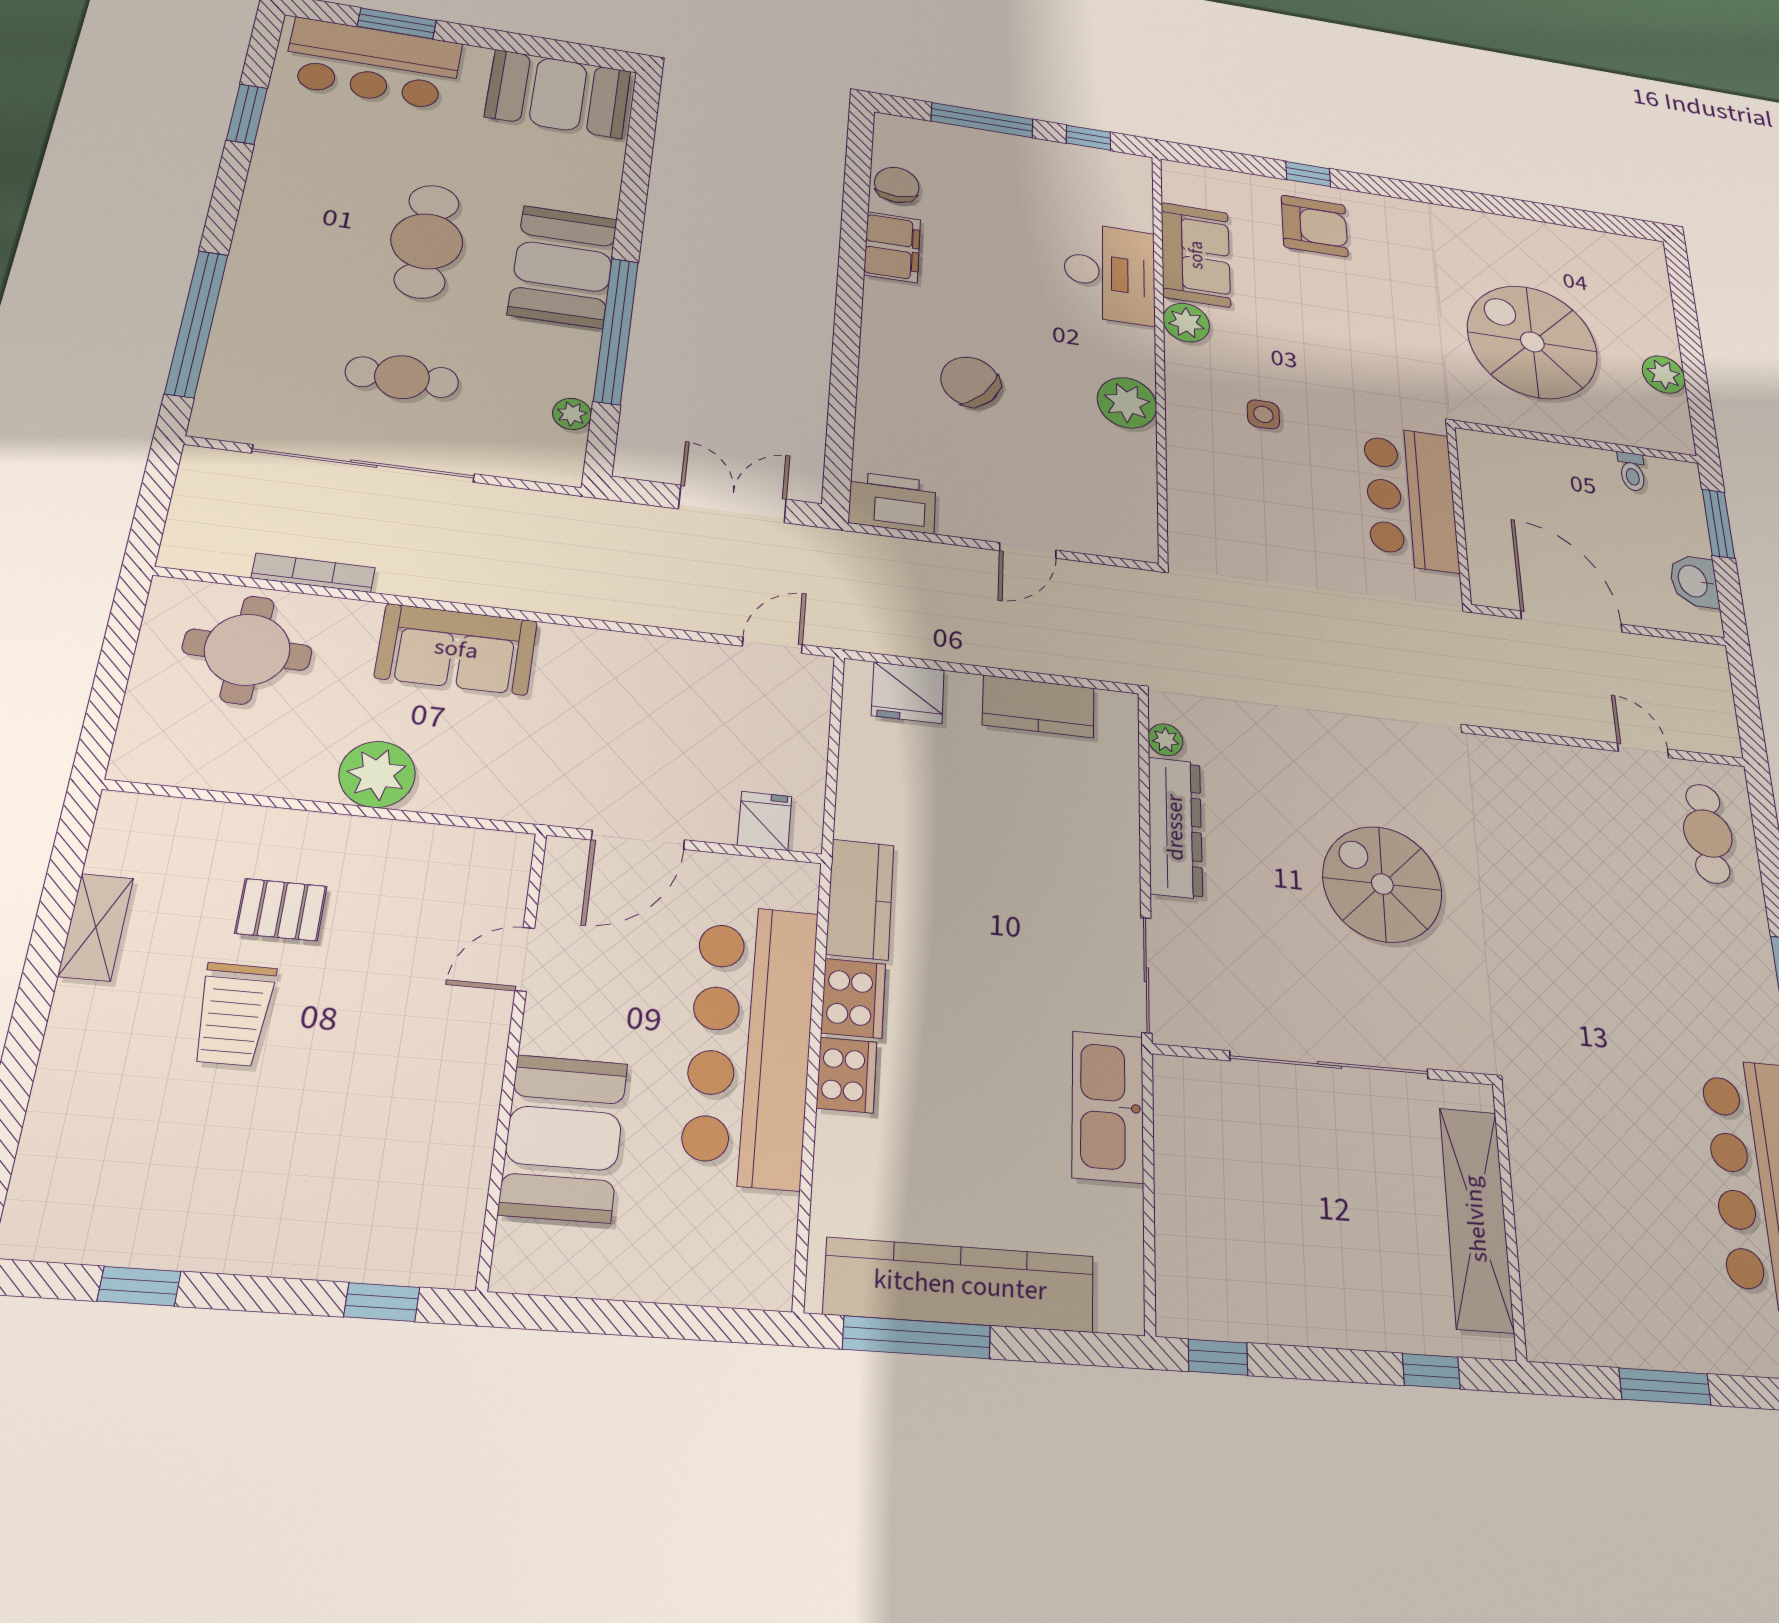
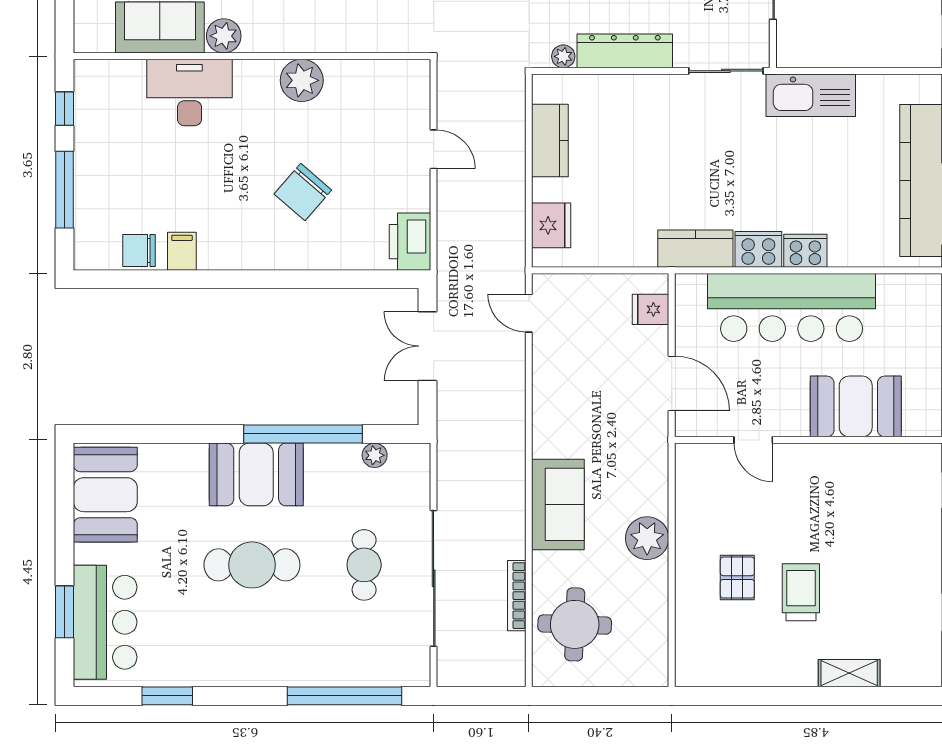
filing cabinet: (892, 247) -> (182, 251), width x0.50
shelving: (96, 927) -> (849, 673), moved
trolley: (234, 1014) -> (801, 592), turned -90

